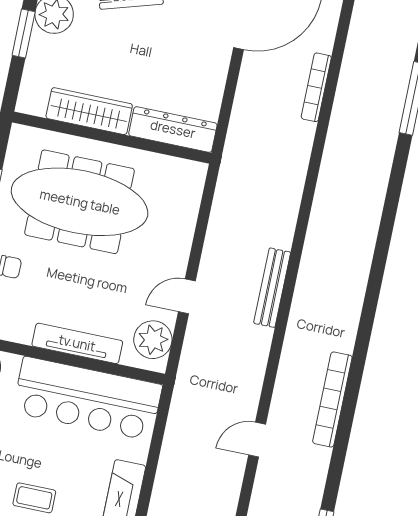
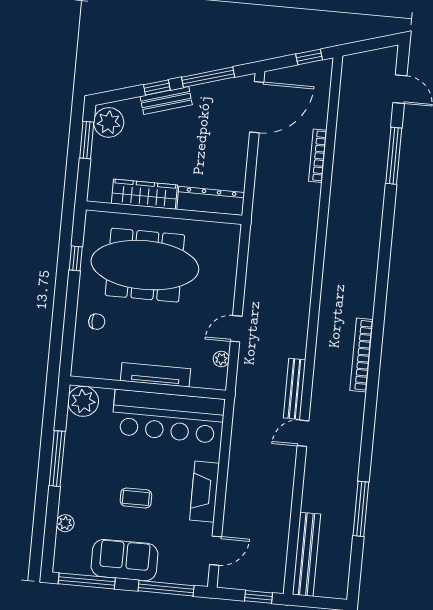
bench: (272, 288) -> (294, 389), moved
plant: (153, 340) -> (221, 359), width x0.53, depth x0.53
bookcase: (332, 399) -> (362, 355), moved

